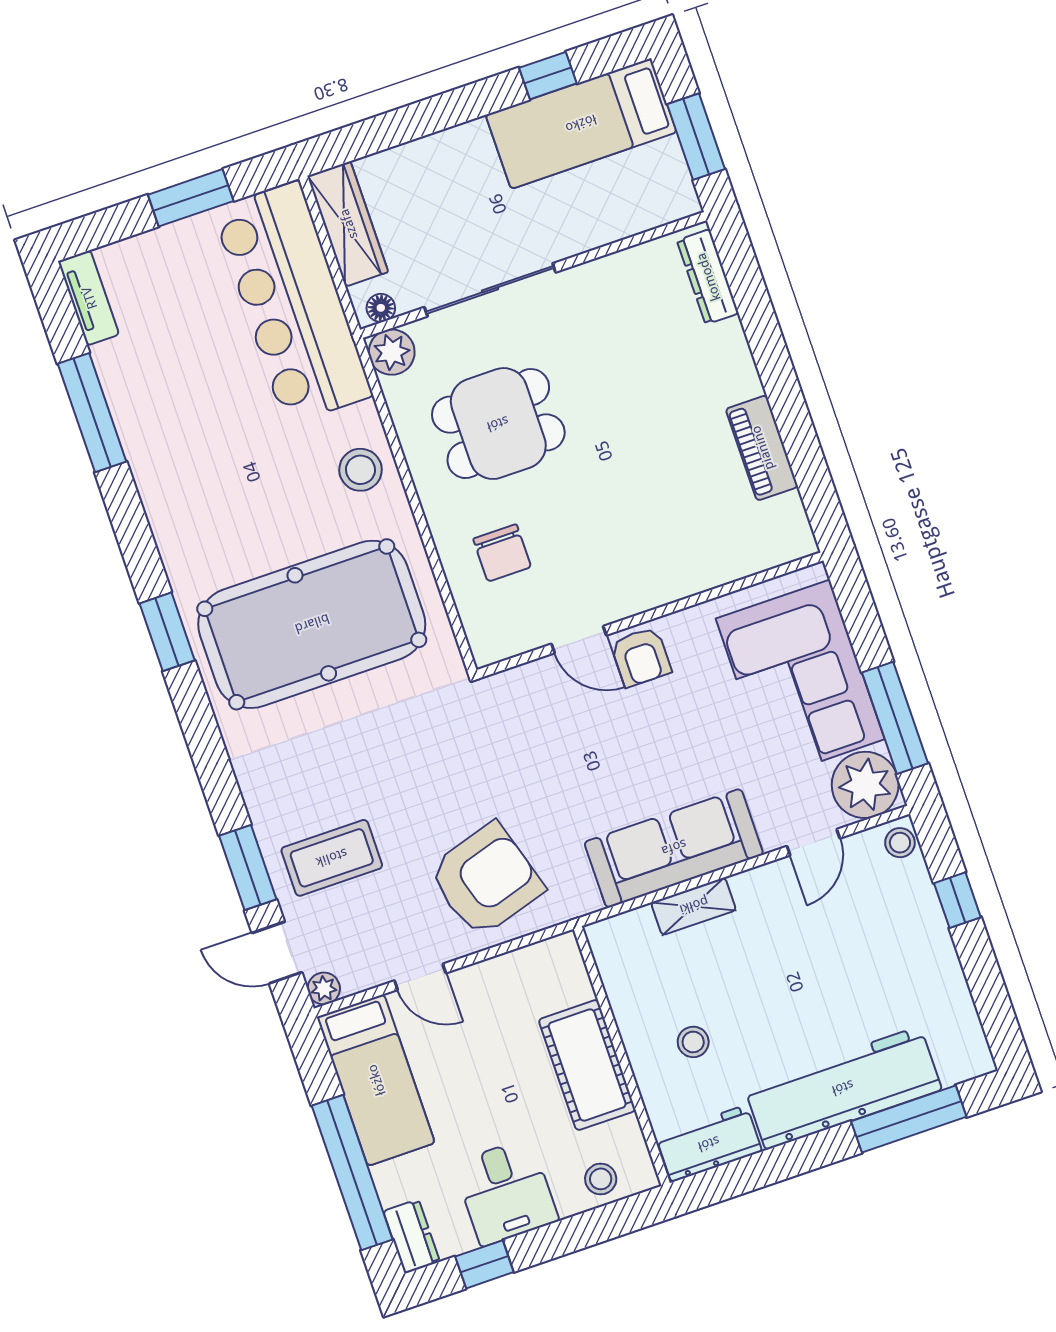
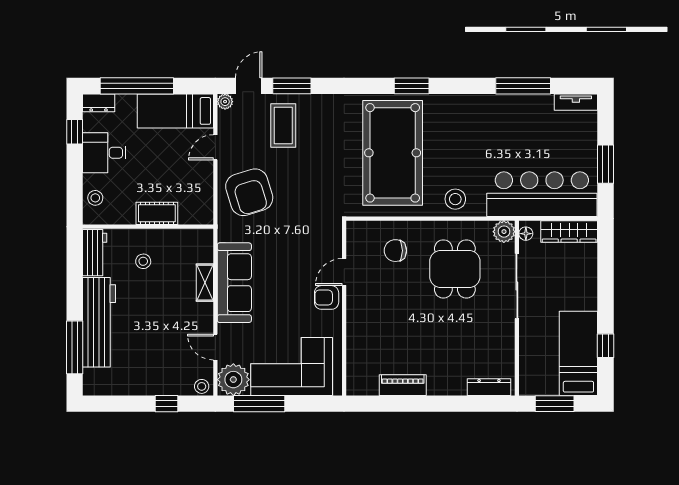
cot: (587, 1065) -> (157, 213), width x0.73, depth x0.75

